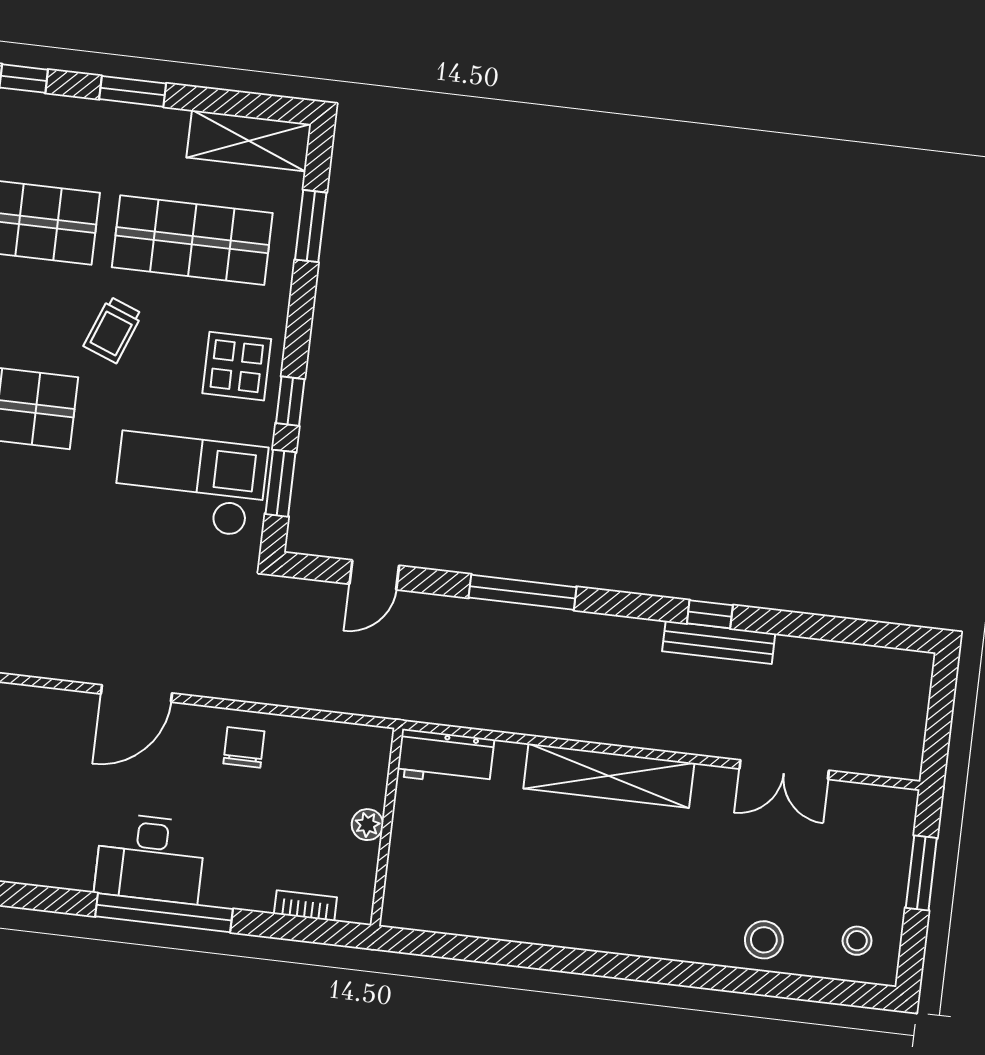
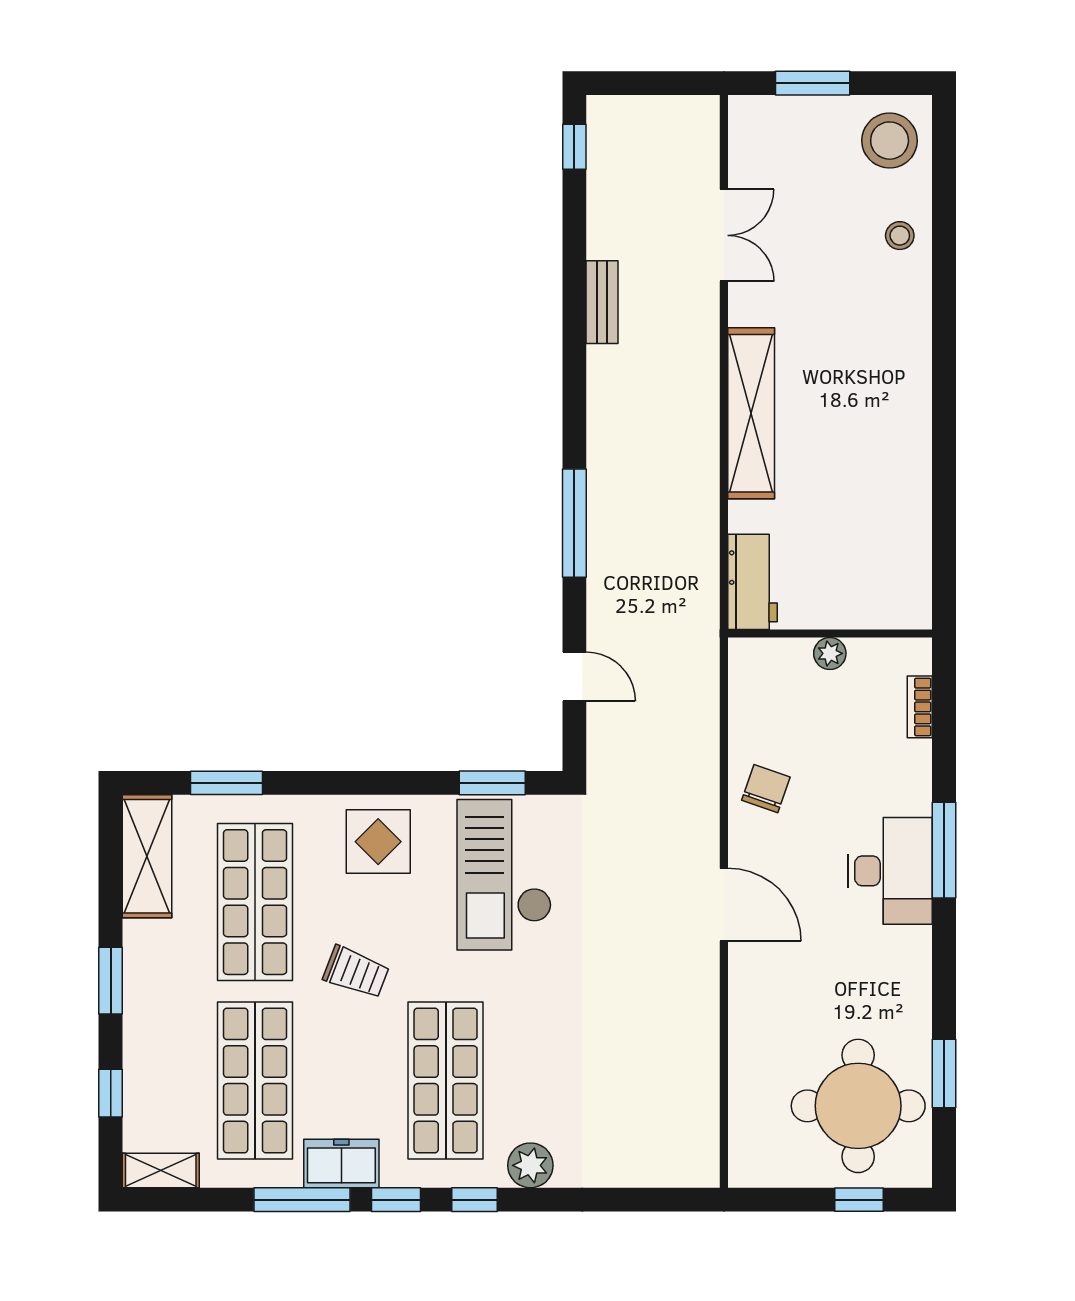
window: (290, 401) -> (407, 783), removed
window: (710, 614) -> (574, 147), moved
bench: (719, 642) -> (602, 302), width x0.73
chair: (244, 747) -> (766, 789), turned 109
window: (164, 913) -> (944, 850), width x0.68
stool: (764, 940) -> (900, 236), width x0.73, depth x0.73
stool: (857, 941) -> (890, 141), width x1.89, depth x1.89

